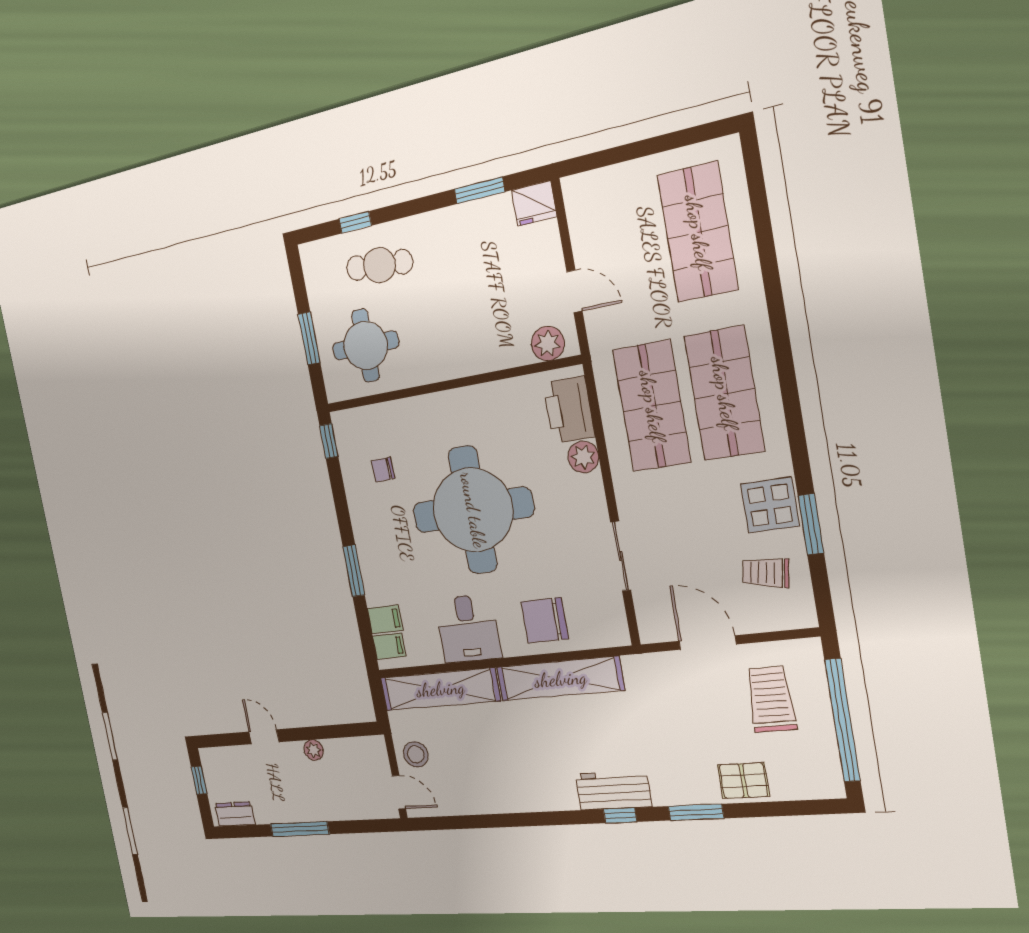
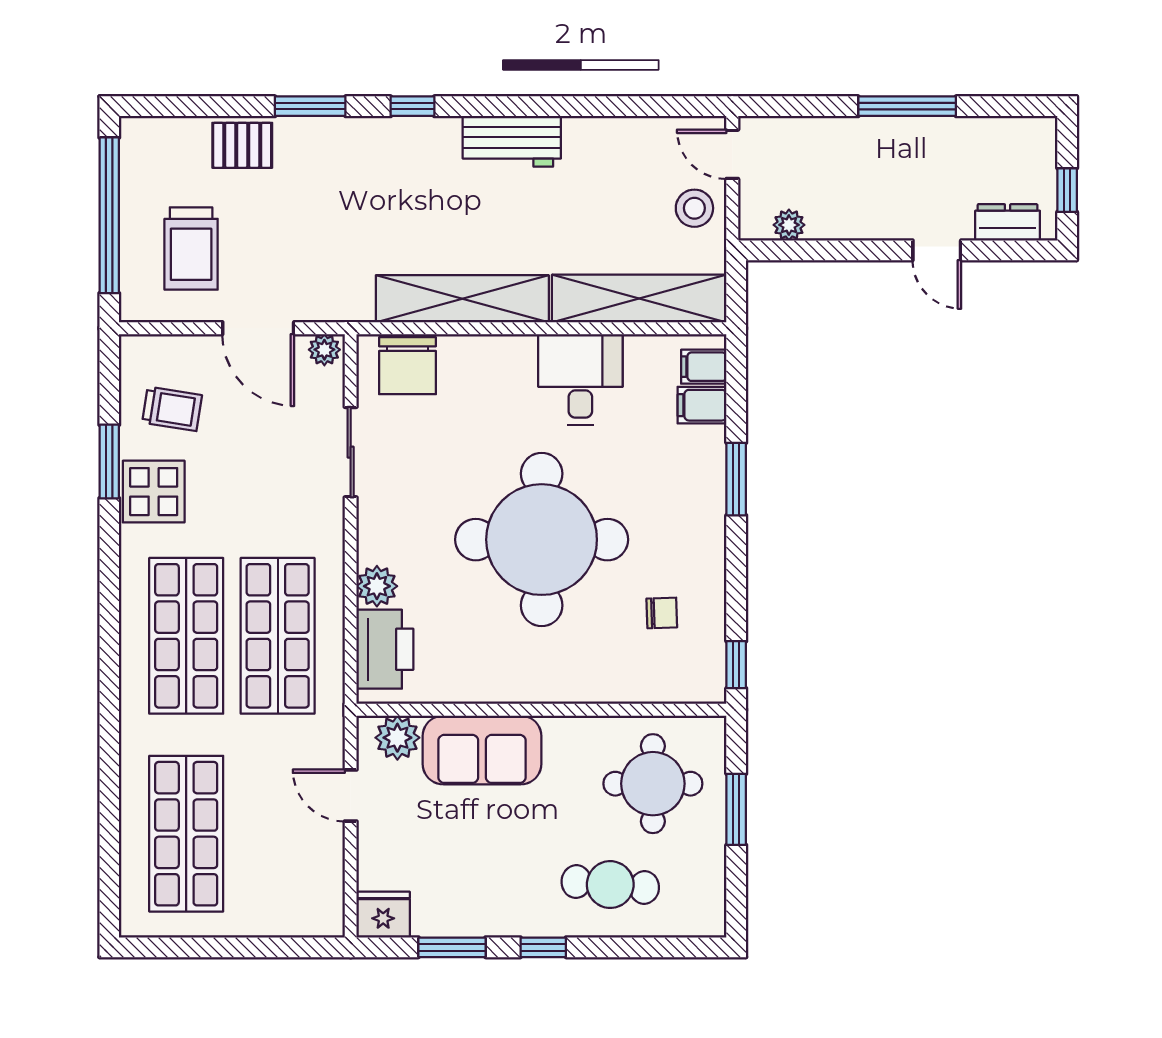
window: (355, 222) -> (543, 947), moved
sofa: (485, 346) -> (482, 750), added
chair: (545, 620) -> (408, 366), moved, turned 90
plant: (654, 631) -> (324, 350), added
plant: (314, 750) -> (789, 225), moved
workbench: (613, 790) -> (512, 141), moved
dresser: (235, 814) -> (1008, 222), moved, turned 180

